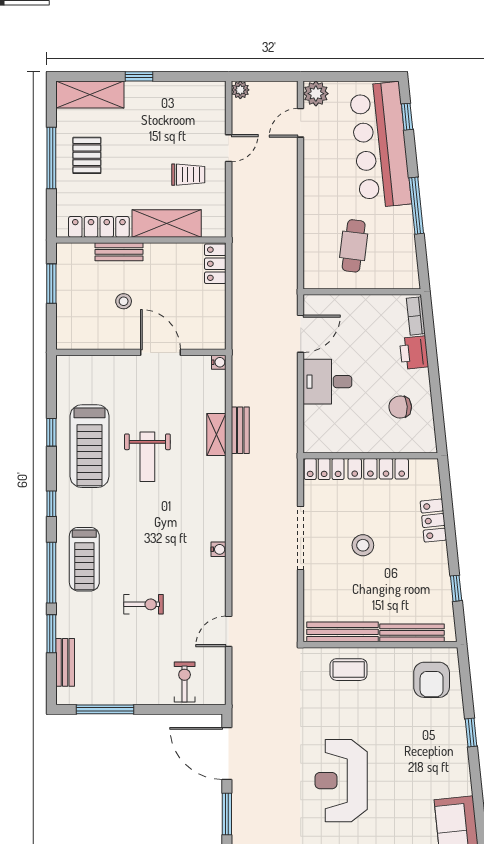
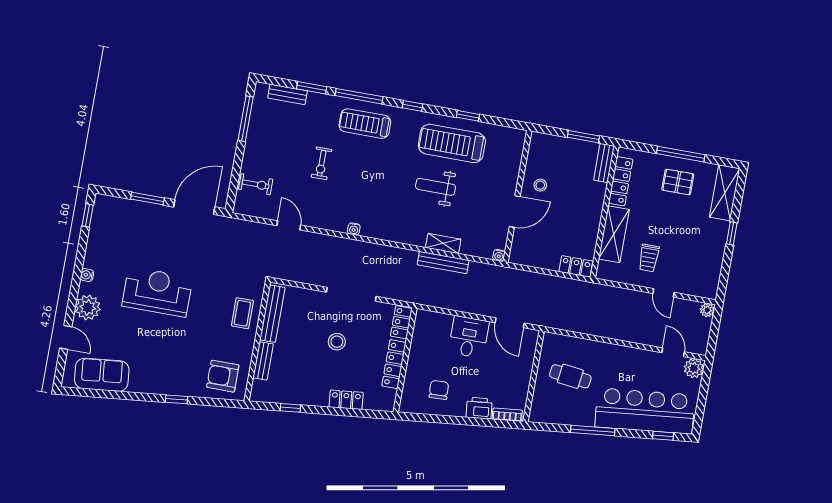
bench: (119, 252) -> (604, 163), moved
stool: (124, 301) -> (540, 185), moved
bench: (240, 430) -> (443, 263), width x1.36
bench: (412, 633) -> (263, 361), width x0.73

